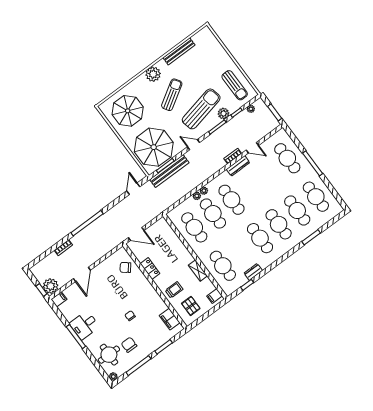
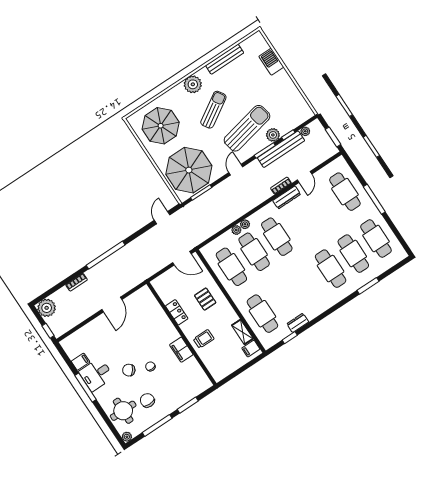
barbecue: (219, 51) -> (271, 62), added
sun lounger: (235, 85) -> (288, 103), removed
door: (194, 145) -> (236, 170), hinge flipped
door: (252, 148) -> (305, 177), hinge flipped
bench: (169, 171) -> (281, 149), moved
door: (136, 234) -> (182, 258), moved
cafe table: (260, 238) -> (308, 284), removed
chair: (125, 267) -> (129, 370), moved
shelving: (198, 270) -> (242, 332), moved
door: (82, 274) -> (112, 305), moved
plant: (51, 286) -> (47, 308), moved
filing cabinet: (59, 299) -> (81, 362), moved
pallet: (191, 306) -> (205, 299), moved
filing cabinet: (170, 319) -> (181, 350), moved

